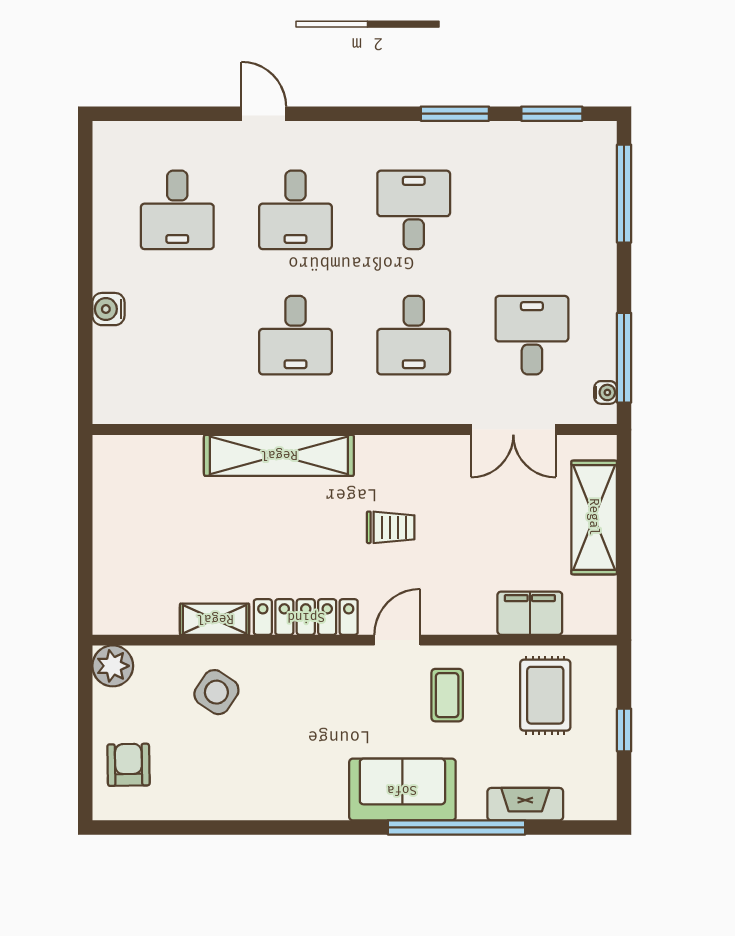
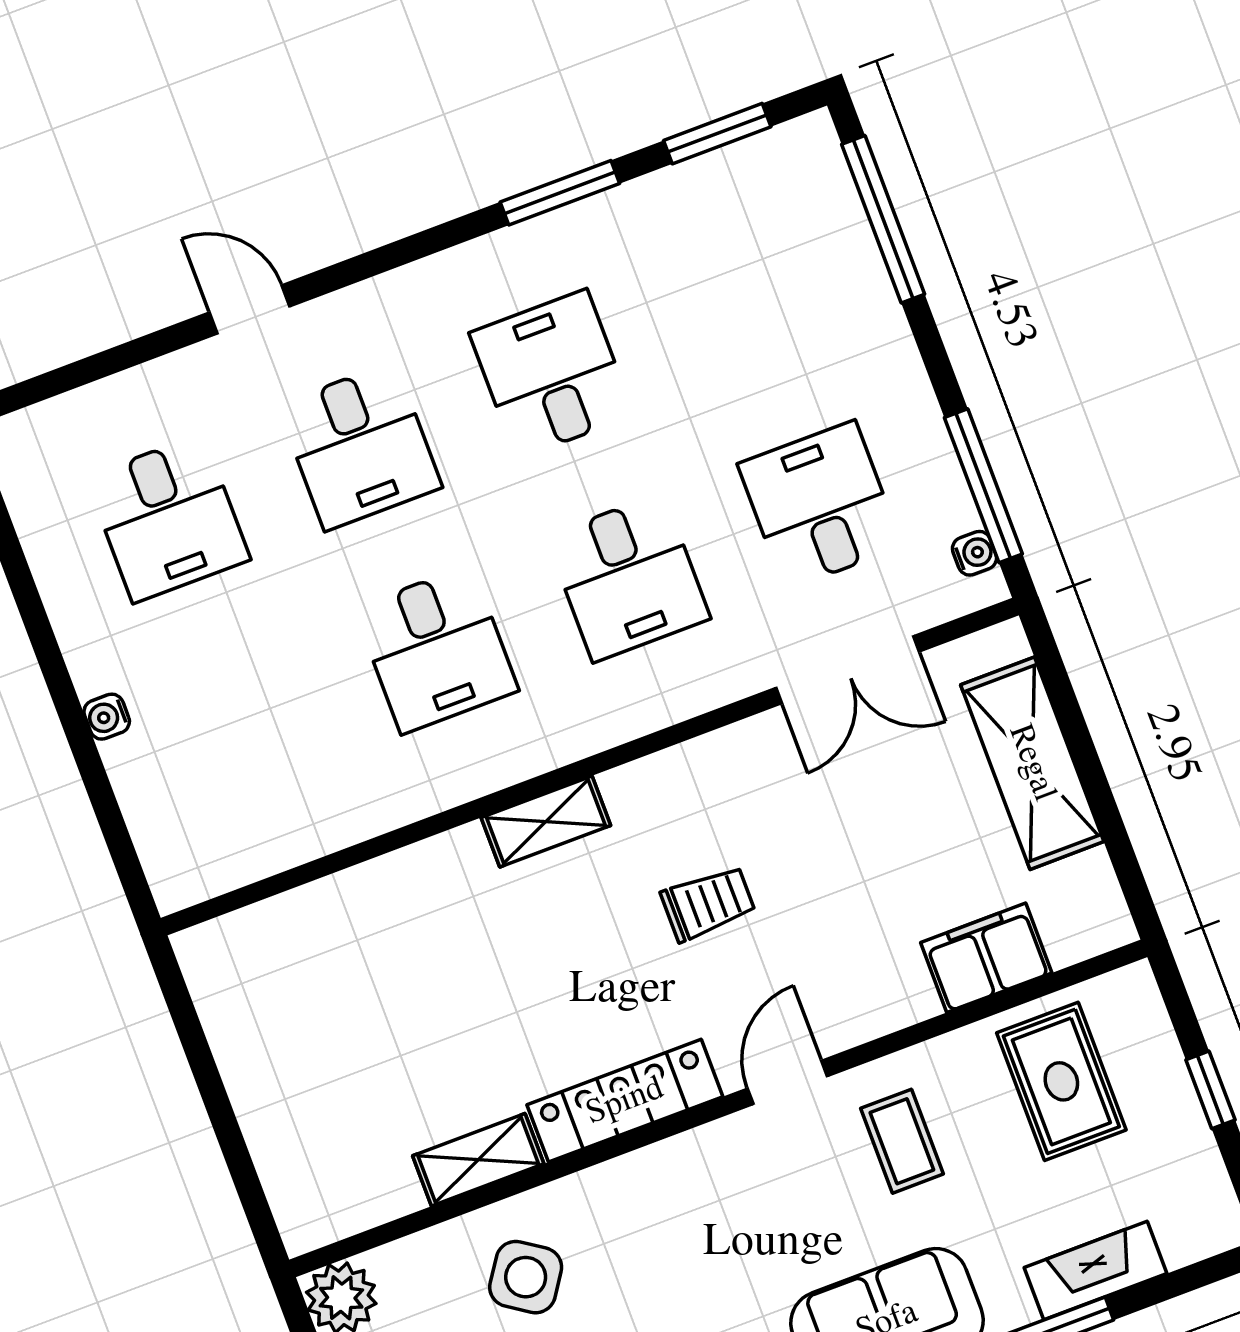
water cooler: (108, 309) -> (107, 717), width x0.72, depth x0.72
shelving: (279, 455) -> (546, 821), width x0.45, depth x0.75

